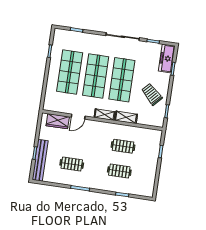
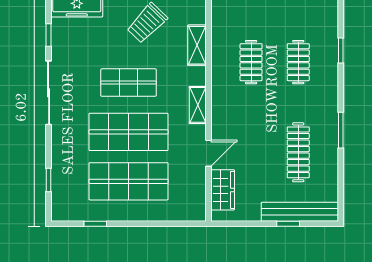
shop shelf: (122, 80) -> (128, 83), width x0.70, depth x0.74
door: (78, 117) -> (208, 153), hinge flipped
shelving: (126, 117) -> (197, 45), moved
clothes rail: (72, 164) -> (298, 152), width x1.36

